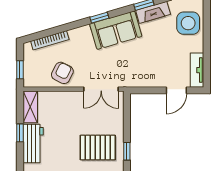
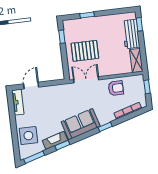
window: (99, 18) -> (105, 127), moved
armchair: (62, 73) -> (116, 88), turned -117
window: (20, 133) -> (139, 24), moved
pallet: (98, 147) -> (85, 51), moved

